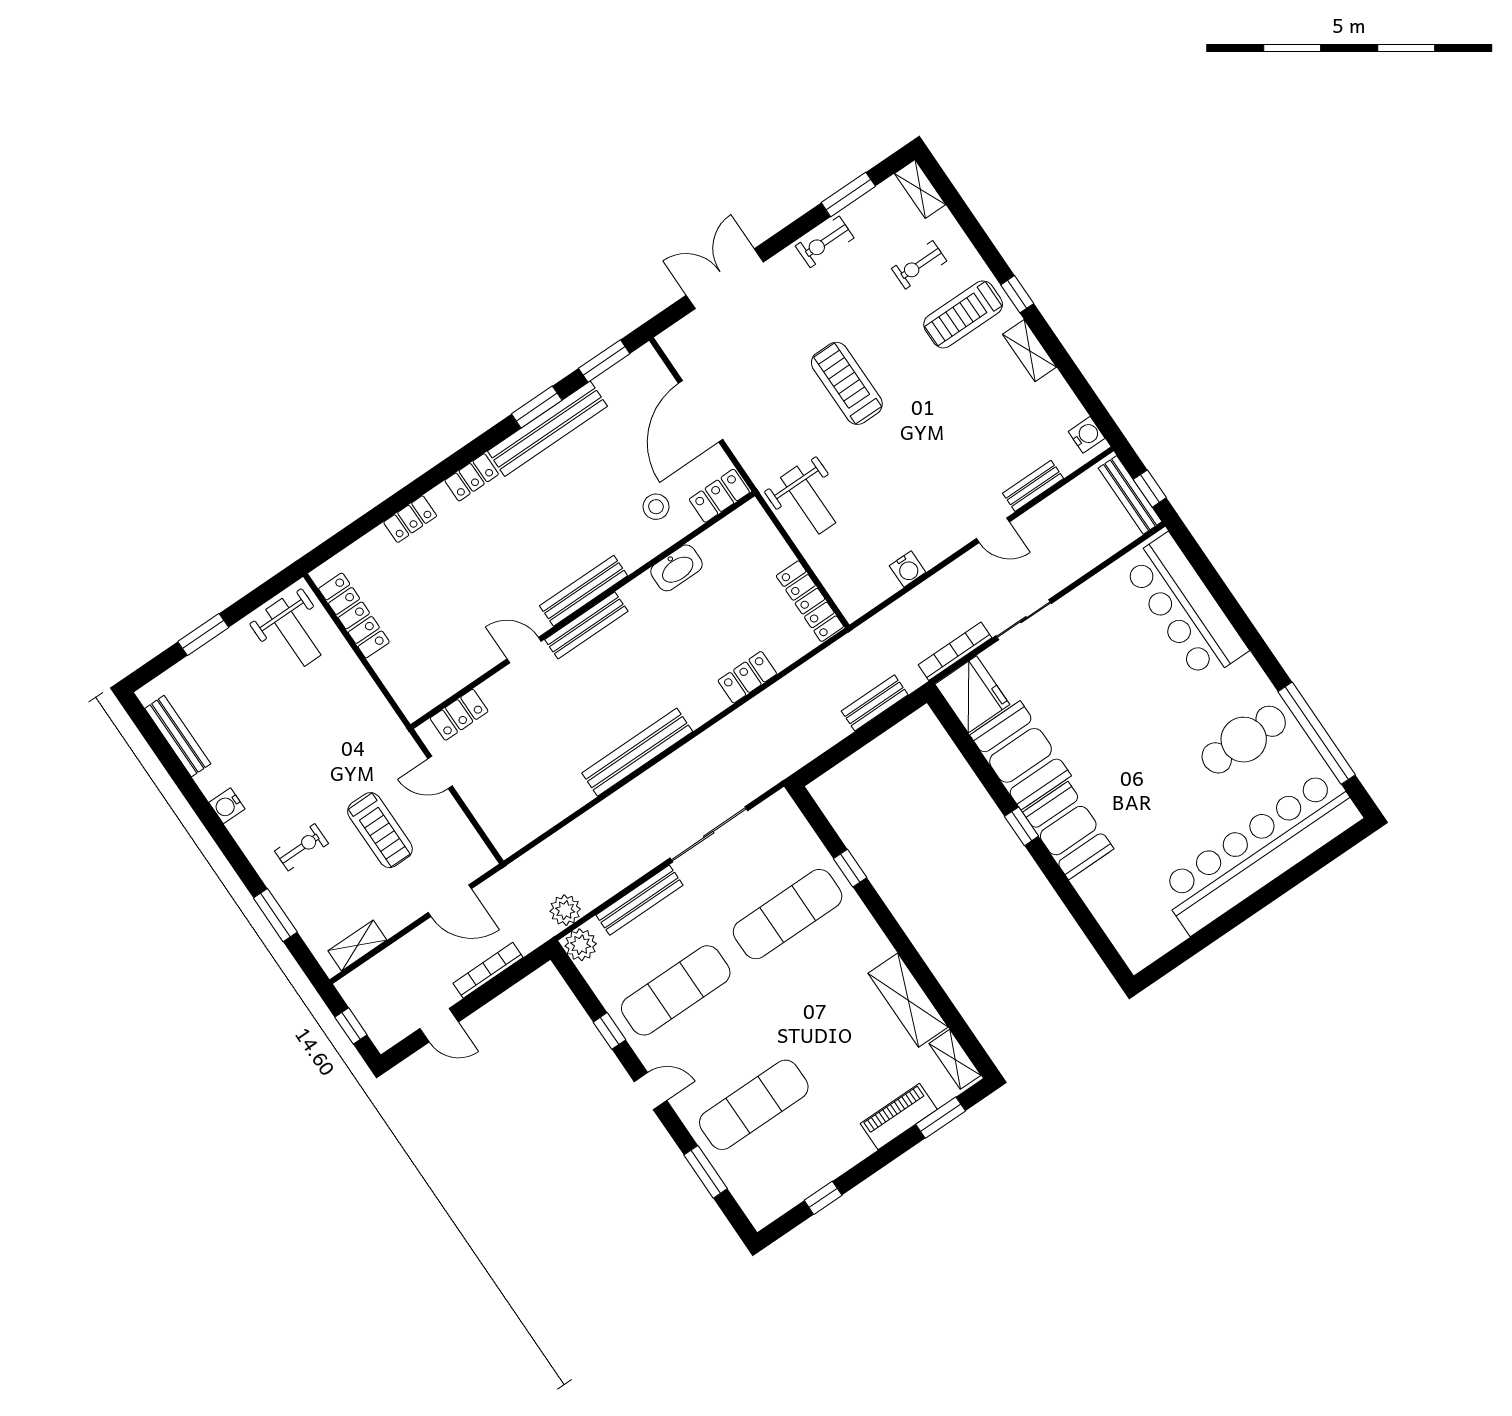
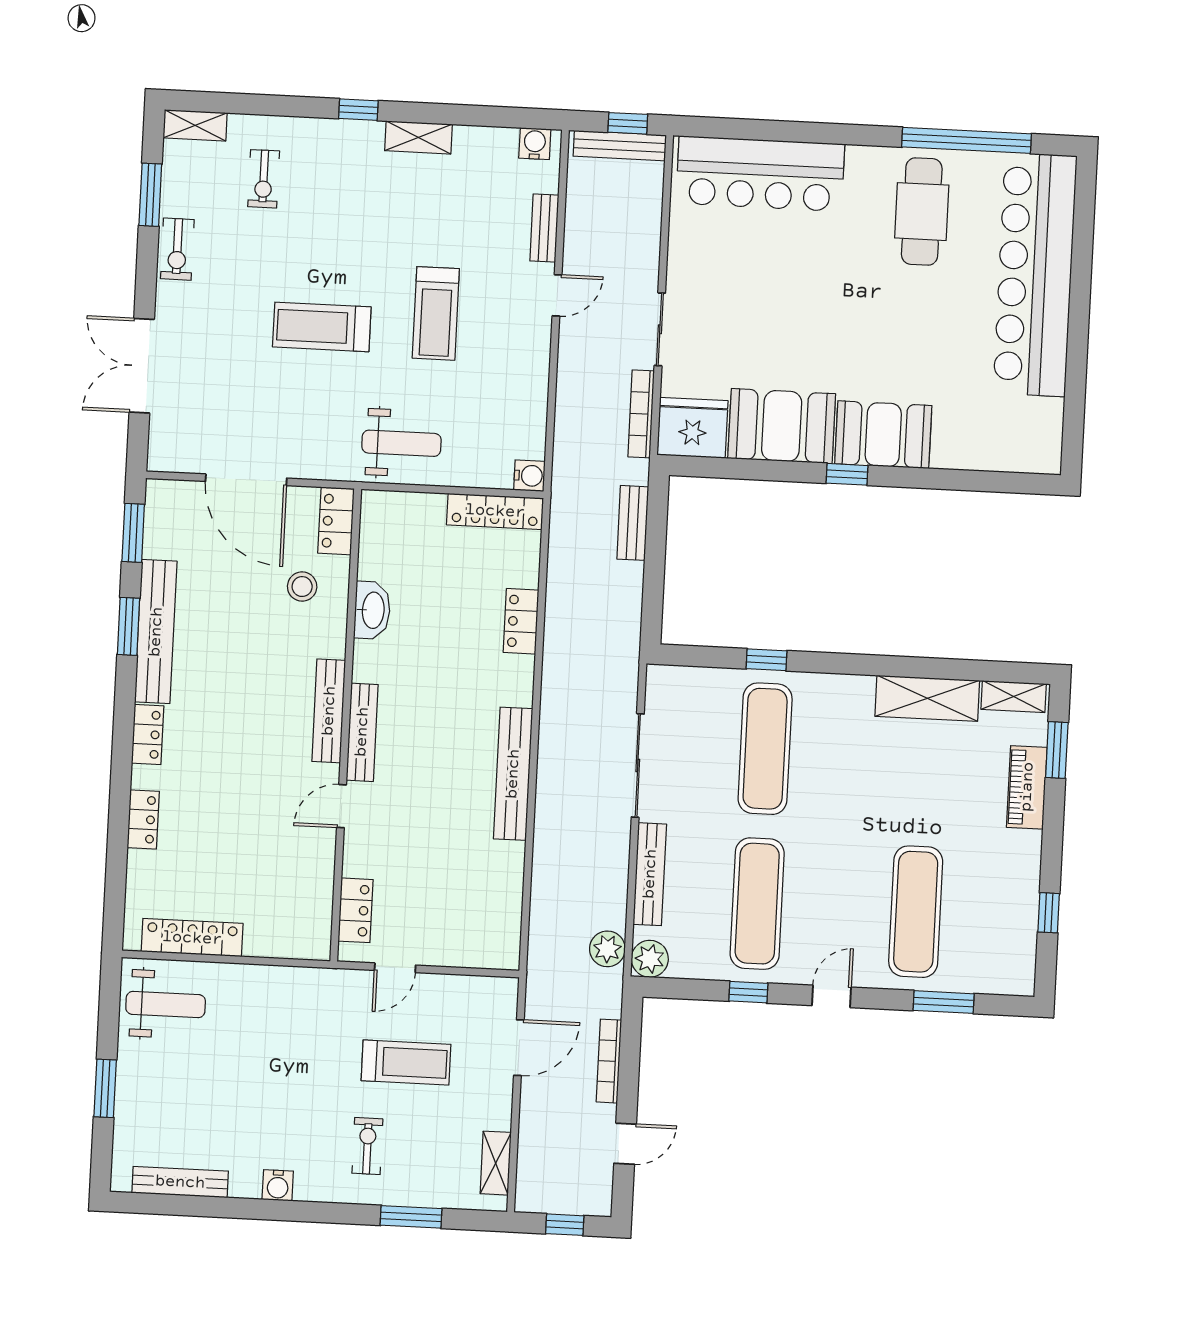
treadmill: (963, 314) -> (436, 313), moved
water cooler: (908, 569) -> (529, 476), moved

